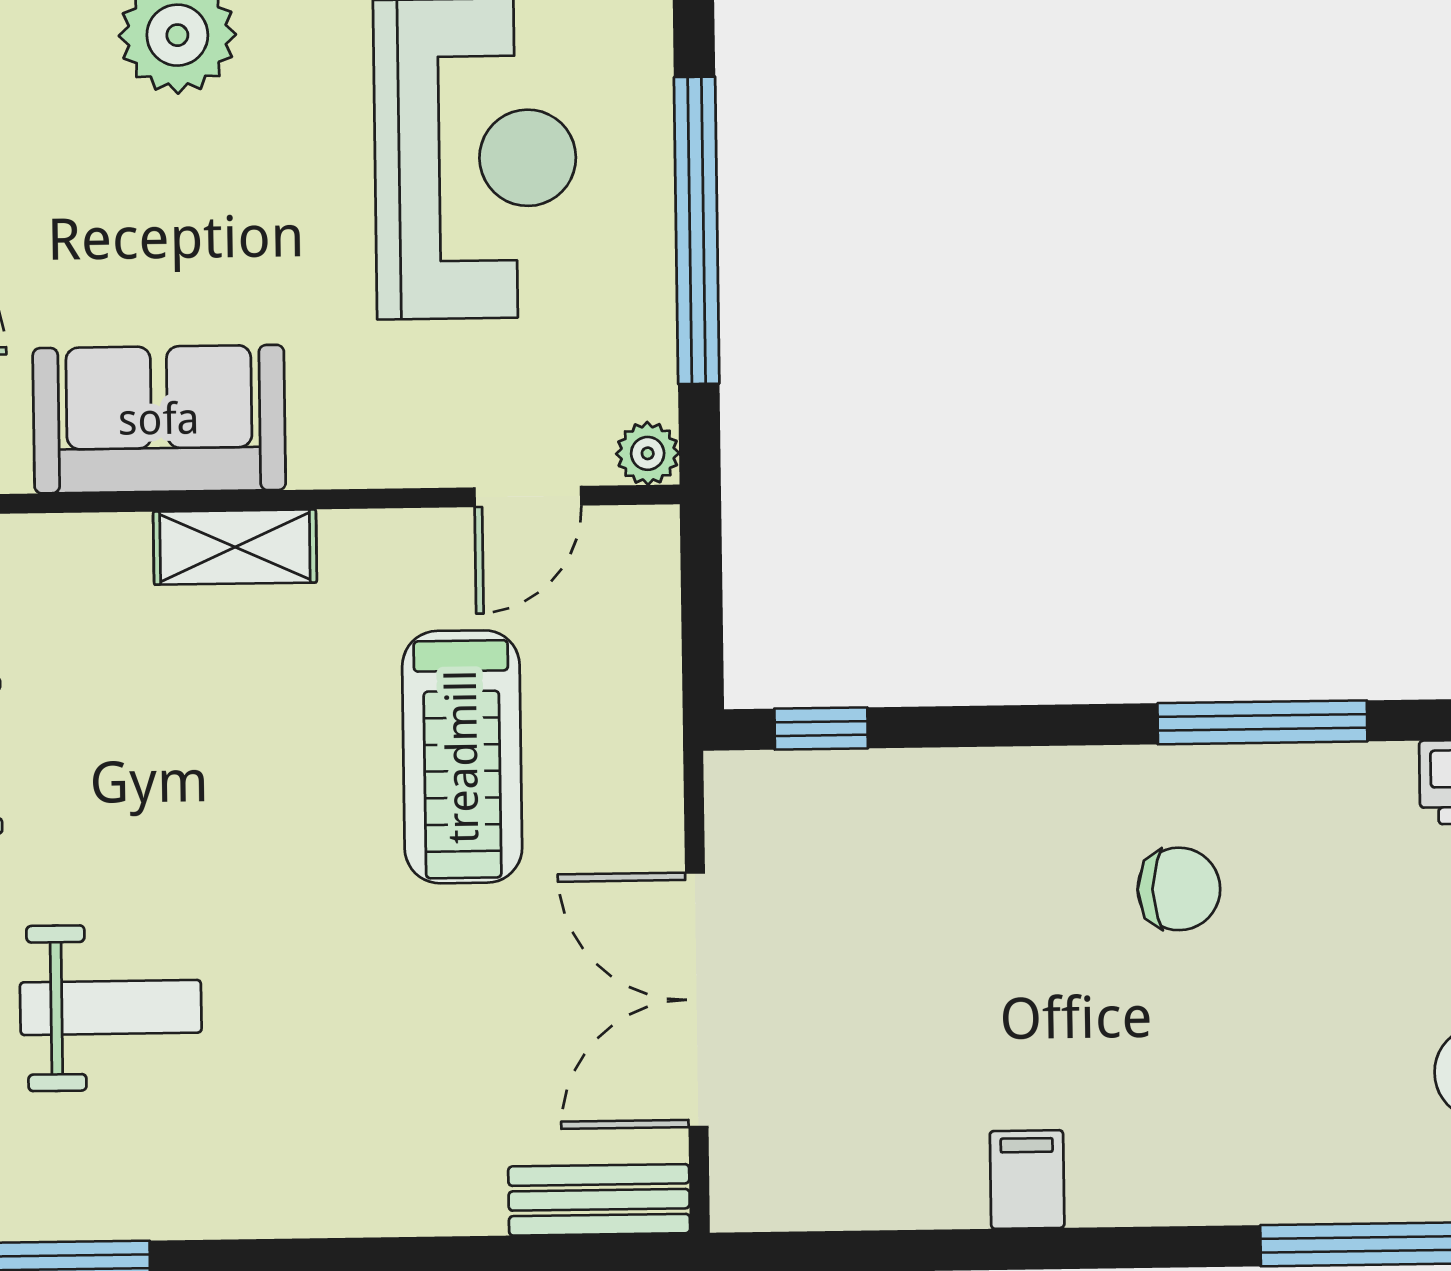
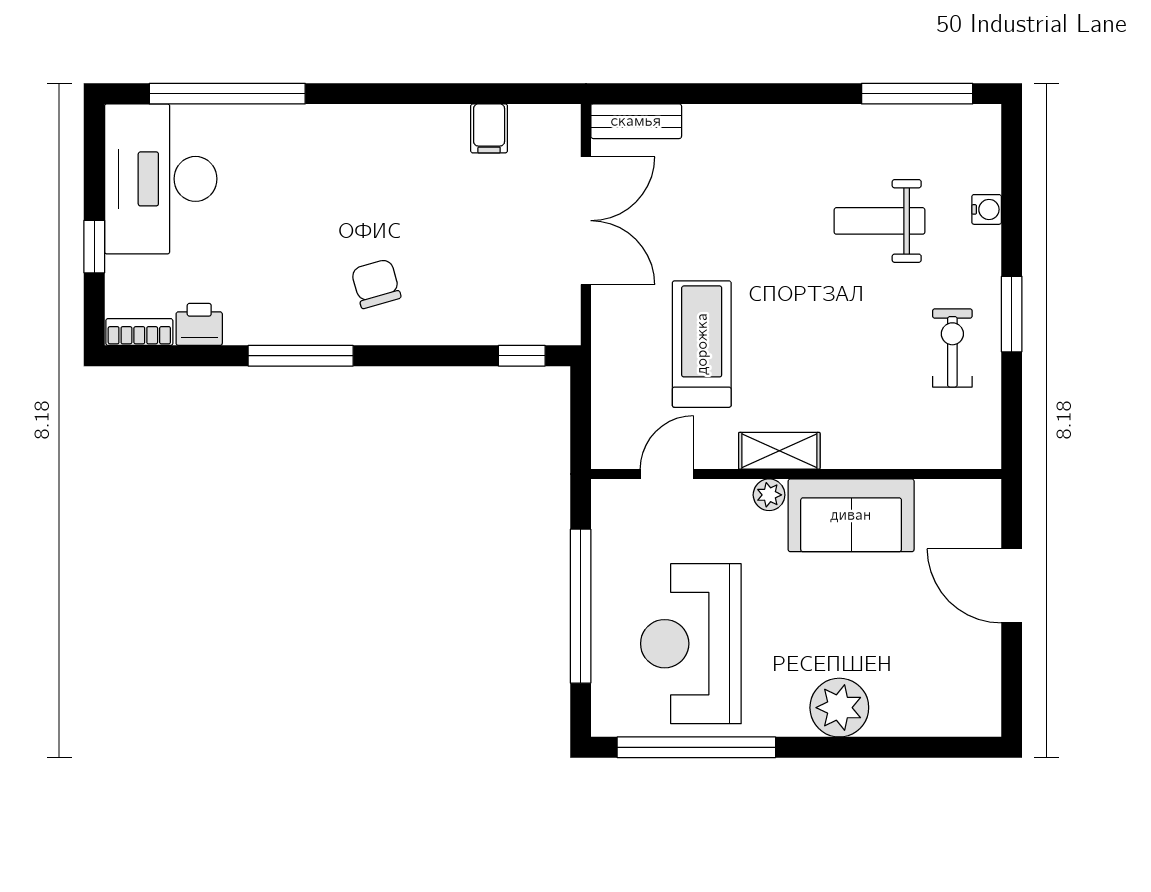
plant: (648, 453) -> (769, 495), moved
shelving: (235, 547) -> (779, 451), moved
chair: (1179, 889) -> (376, 284), moved, turned 74
filing cabinet: (1027, 1179) -> (489, 128), moved

